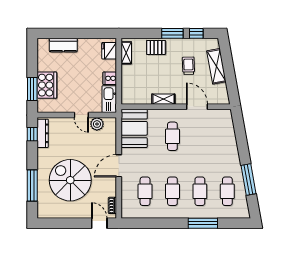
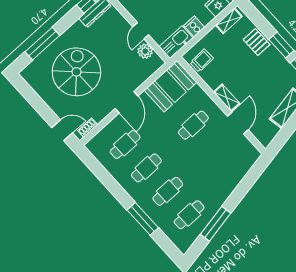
trolley: (188, 66) -> (202, 60), moved
shelving: (163, 99) -> (227, 98), moved
door: (119, 166) -> (126, 102), swing flipped
door: (99, 223) -> (62, 130), hinge flipped

